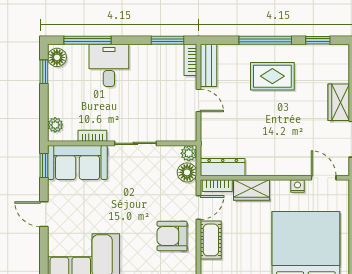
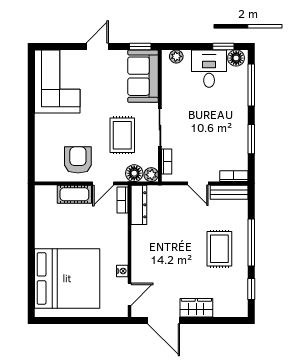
window: (168, 40) -> (251, 139), moved
desk: (109, 65) -> (209, 69), moved, turned -90
door: (199, 100) -> (198, 183), hinge flipped
bookcase: (92, 136) -> (167, 161), moved
rug: (144, 186) -> (122, 135), added
wardrobe: (252, 190) -> (119, 230), removed
door: (199, 208) -> (103, 183), hinge flipped

